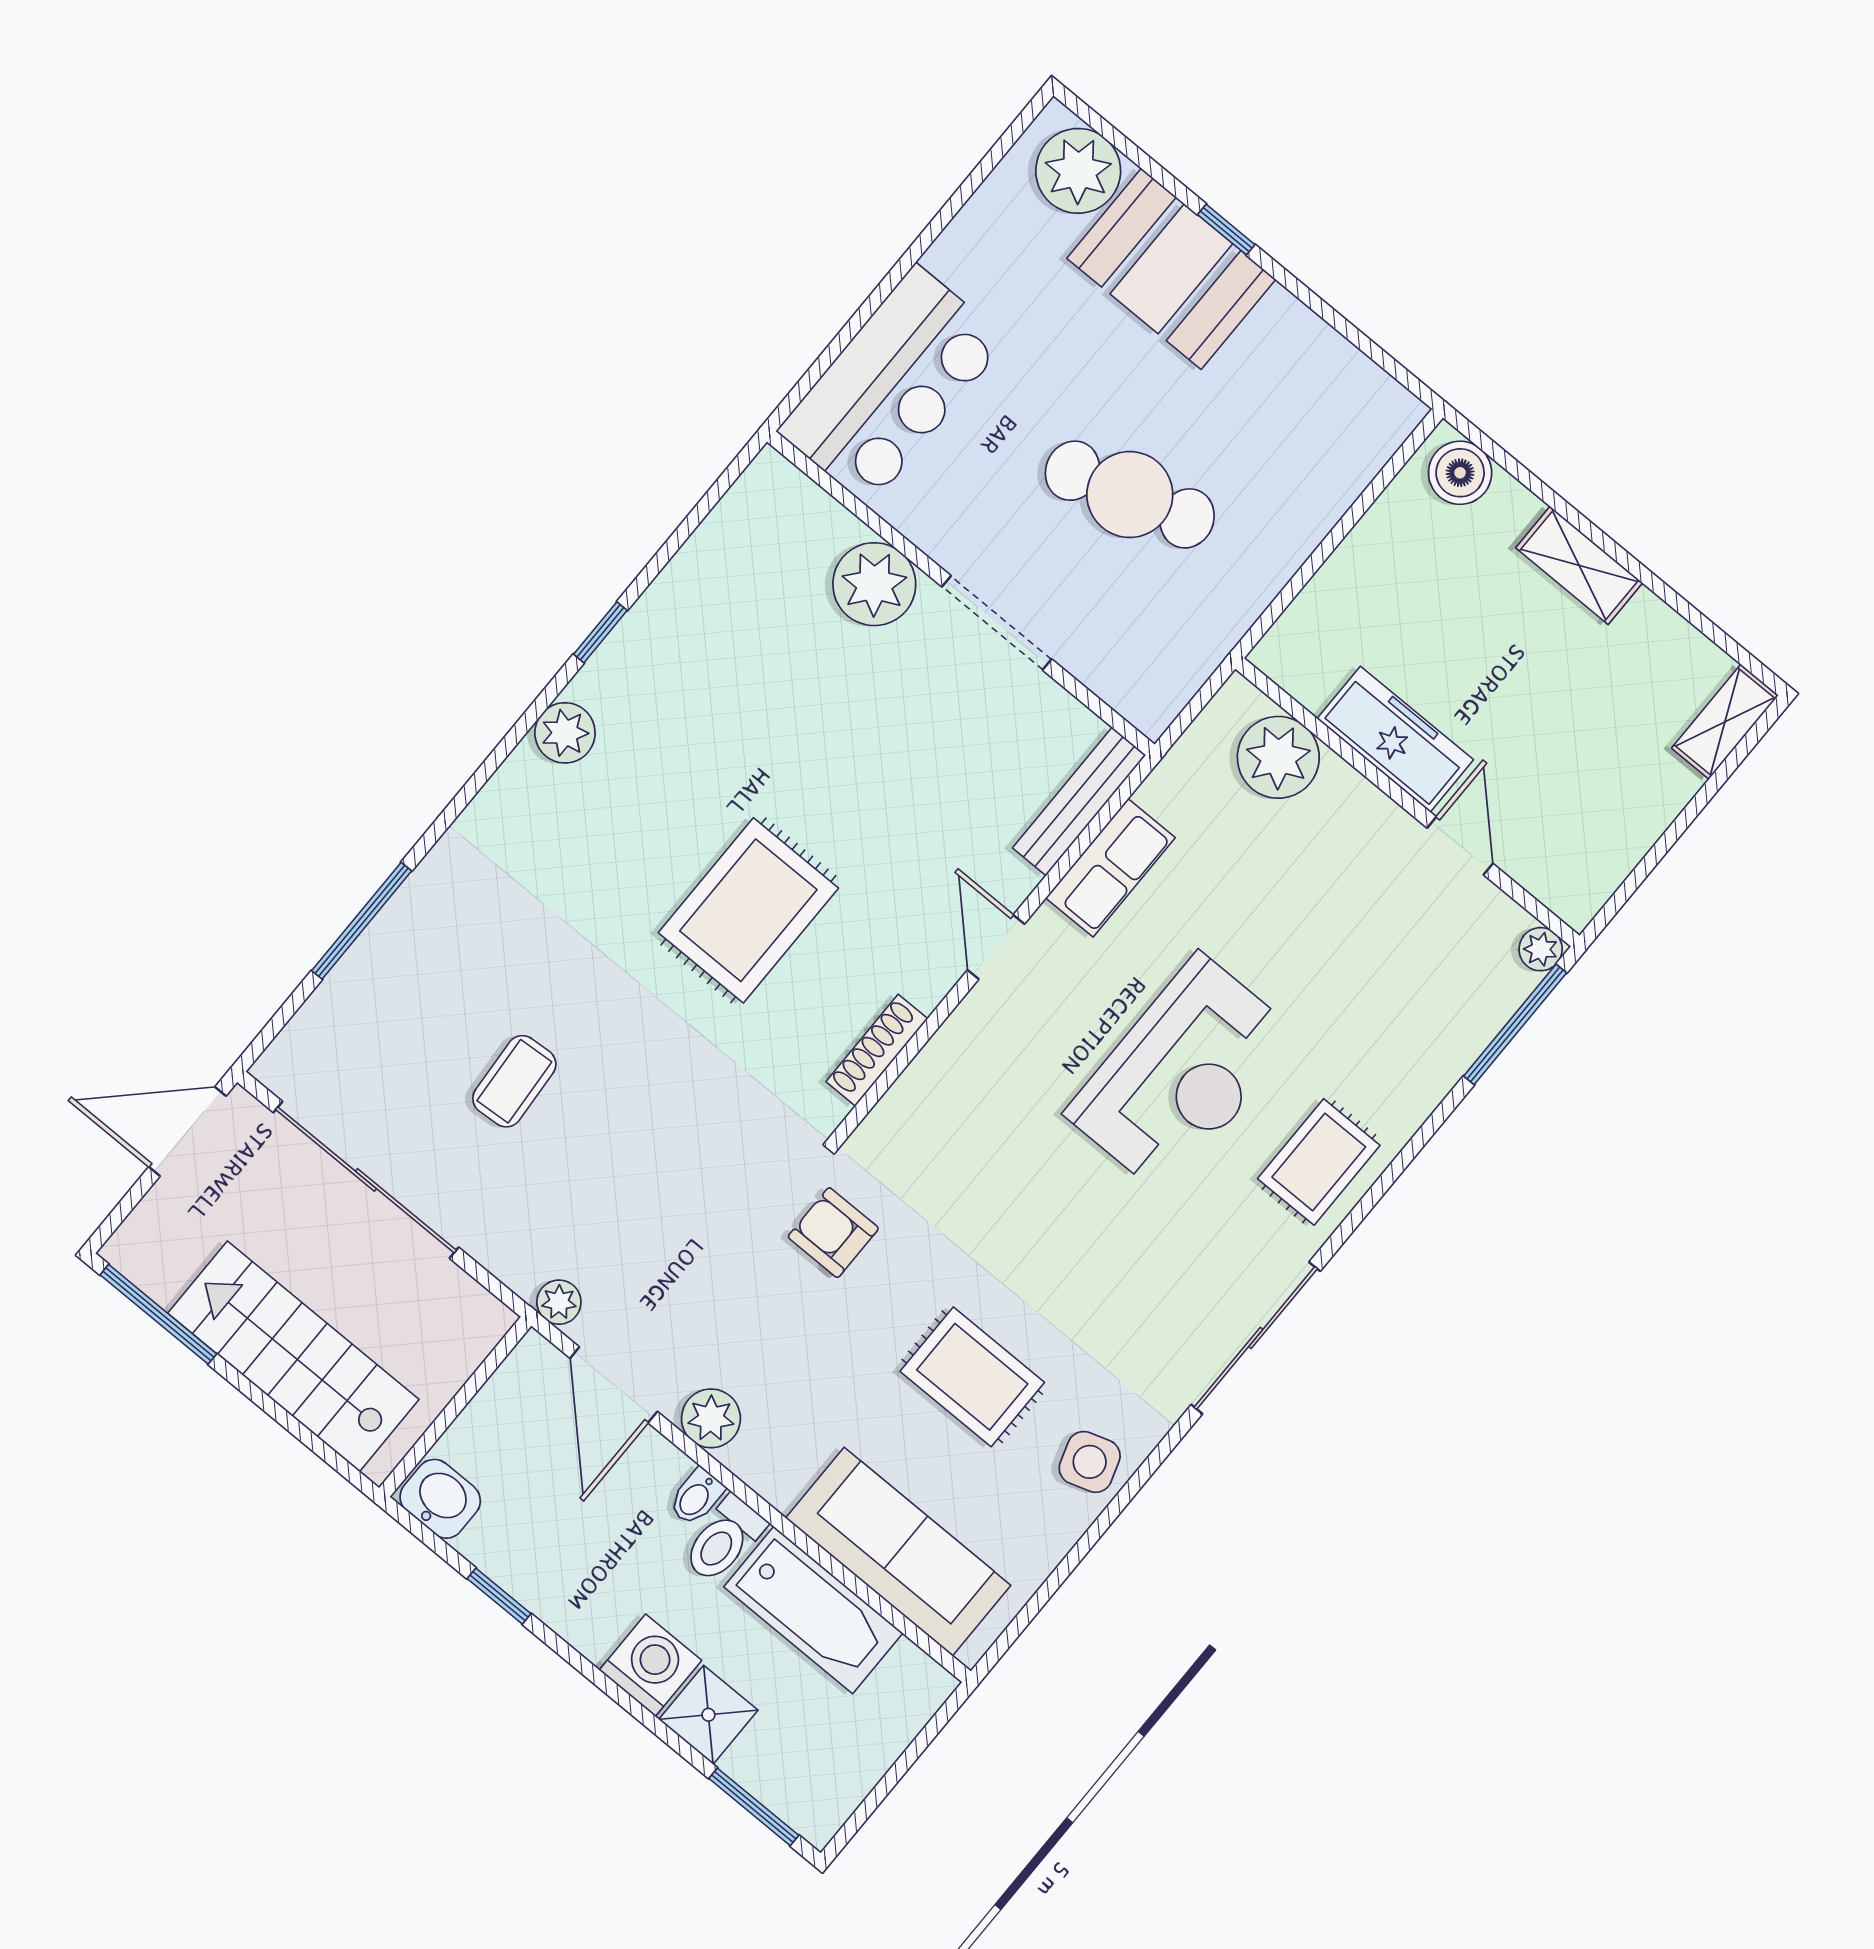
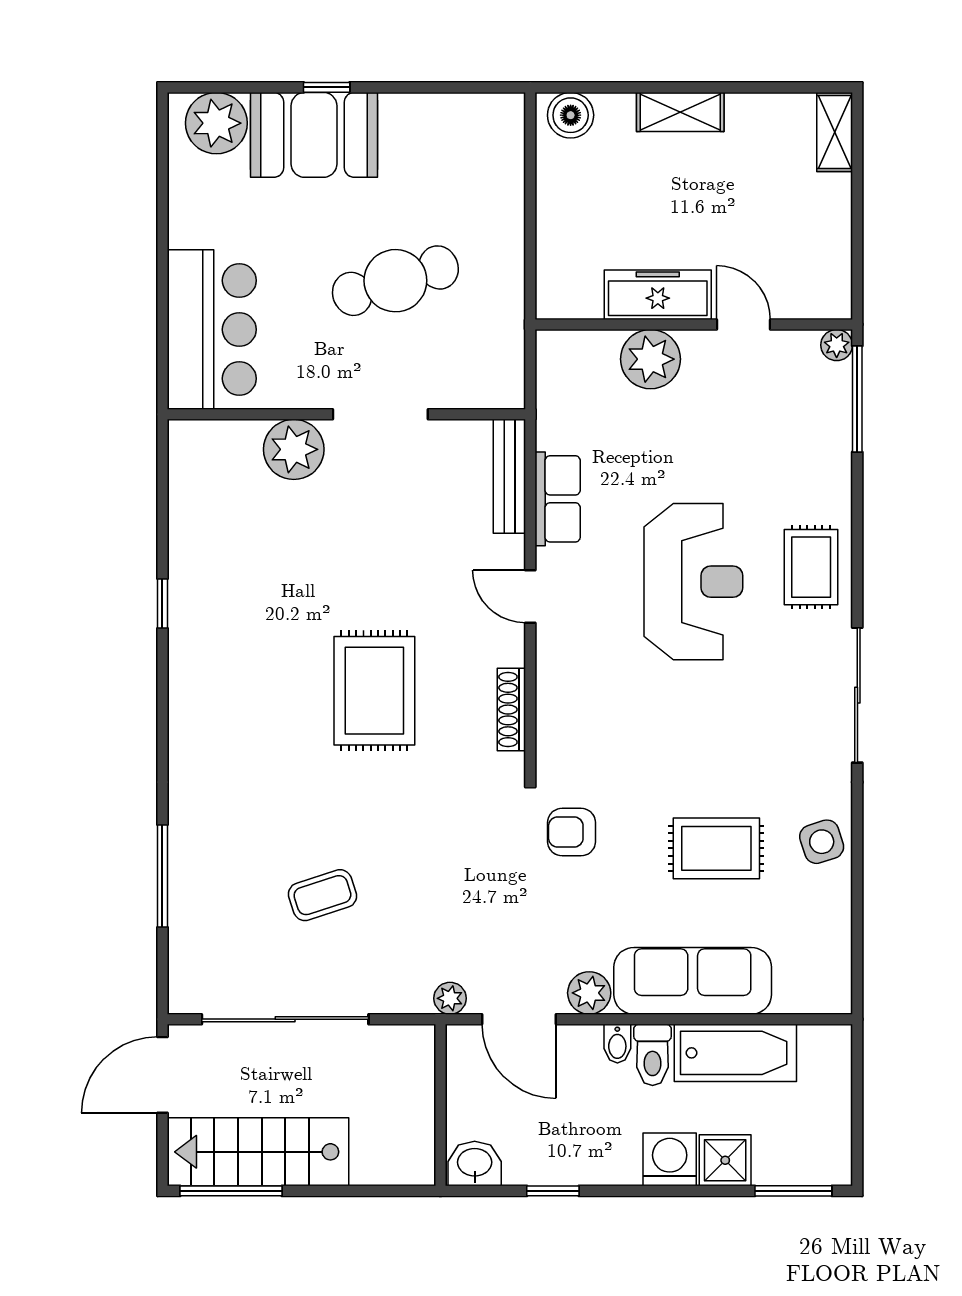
plant: (565, 733) -> (189, 676), removed
plant: (1278, 757) -> (650, 359), moved
coffee table: (514, 1081) -> (322, 895), turned 76
stairs: (293, 1356) -> (258, 1152), moved
sofa: (898, 1552) -> (693, 981), moved

